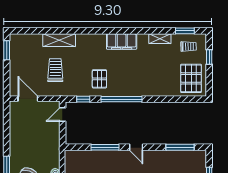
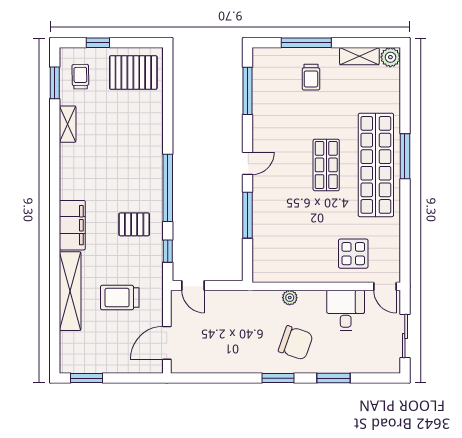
shelving: (59, 40) -> (70, 291), width x1.47
filing cabinet: (122, 42) -> (72, 225), moved

